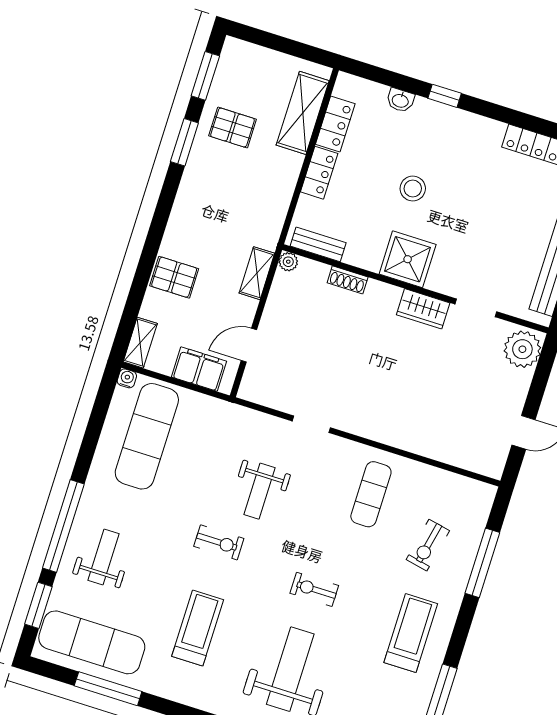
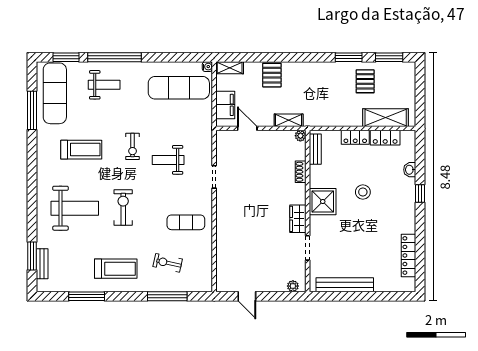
plant: (522, 349) -> (293, 286), width x0.53, depth x0.53
exercise bike: (314, 589) -> (123, 208), width x1.38, depth x1.39

